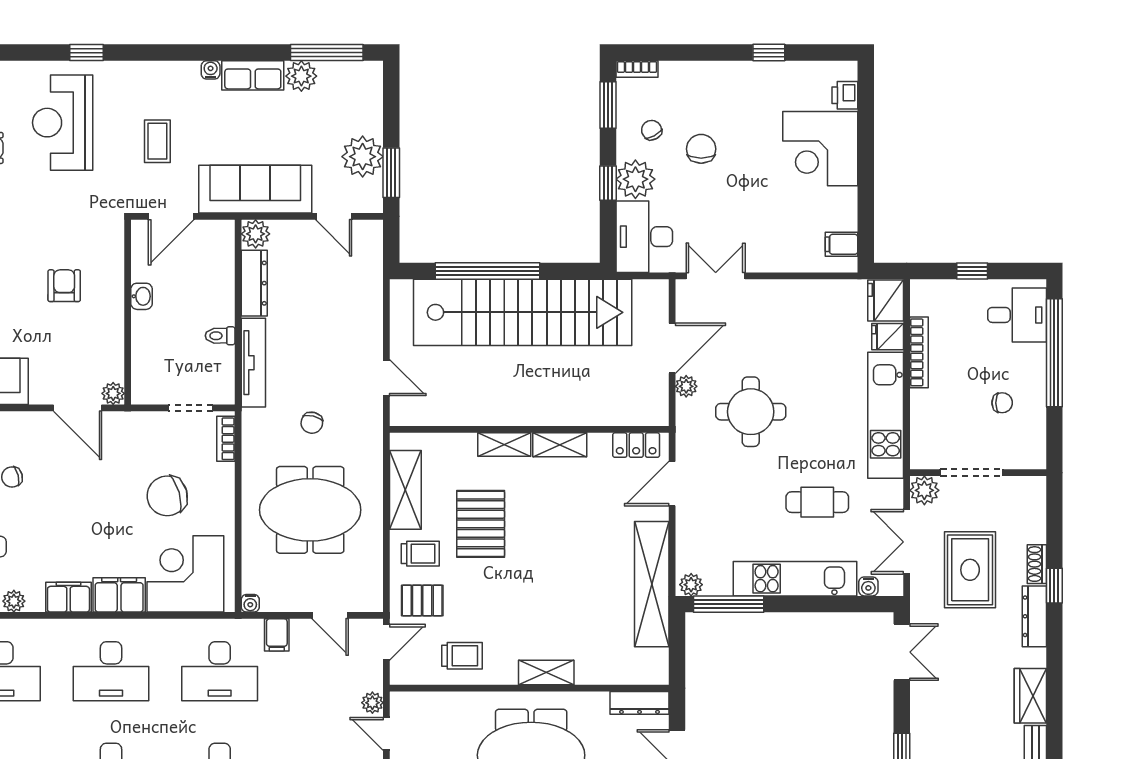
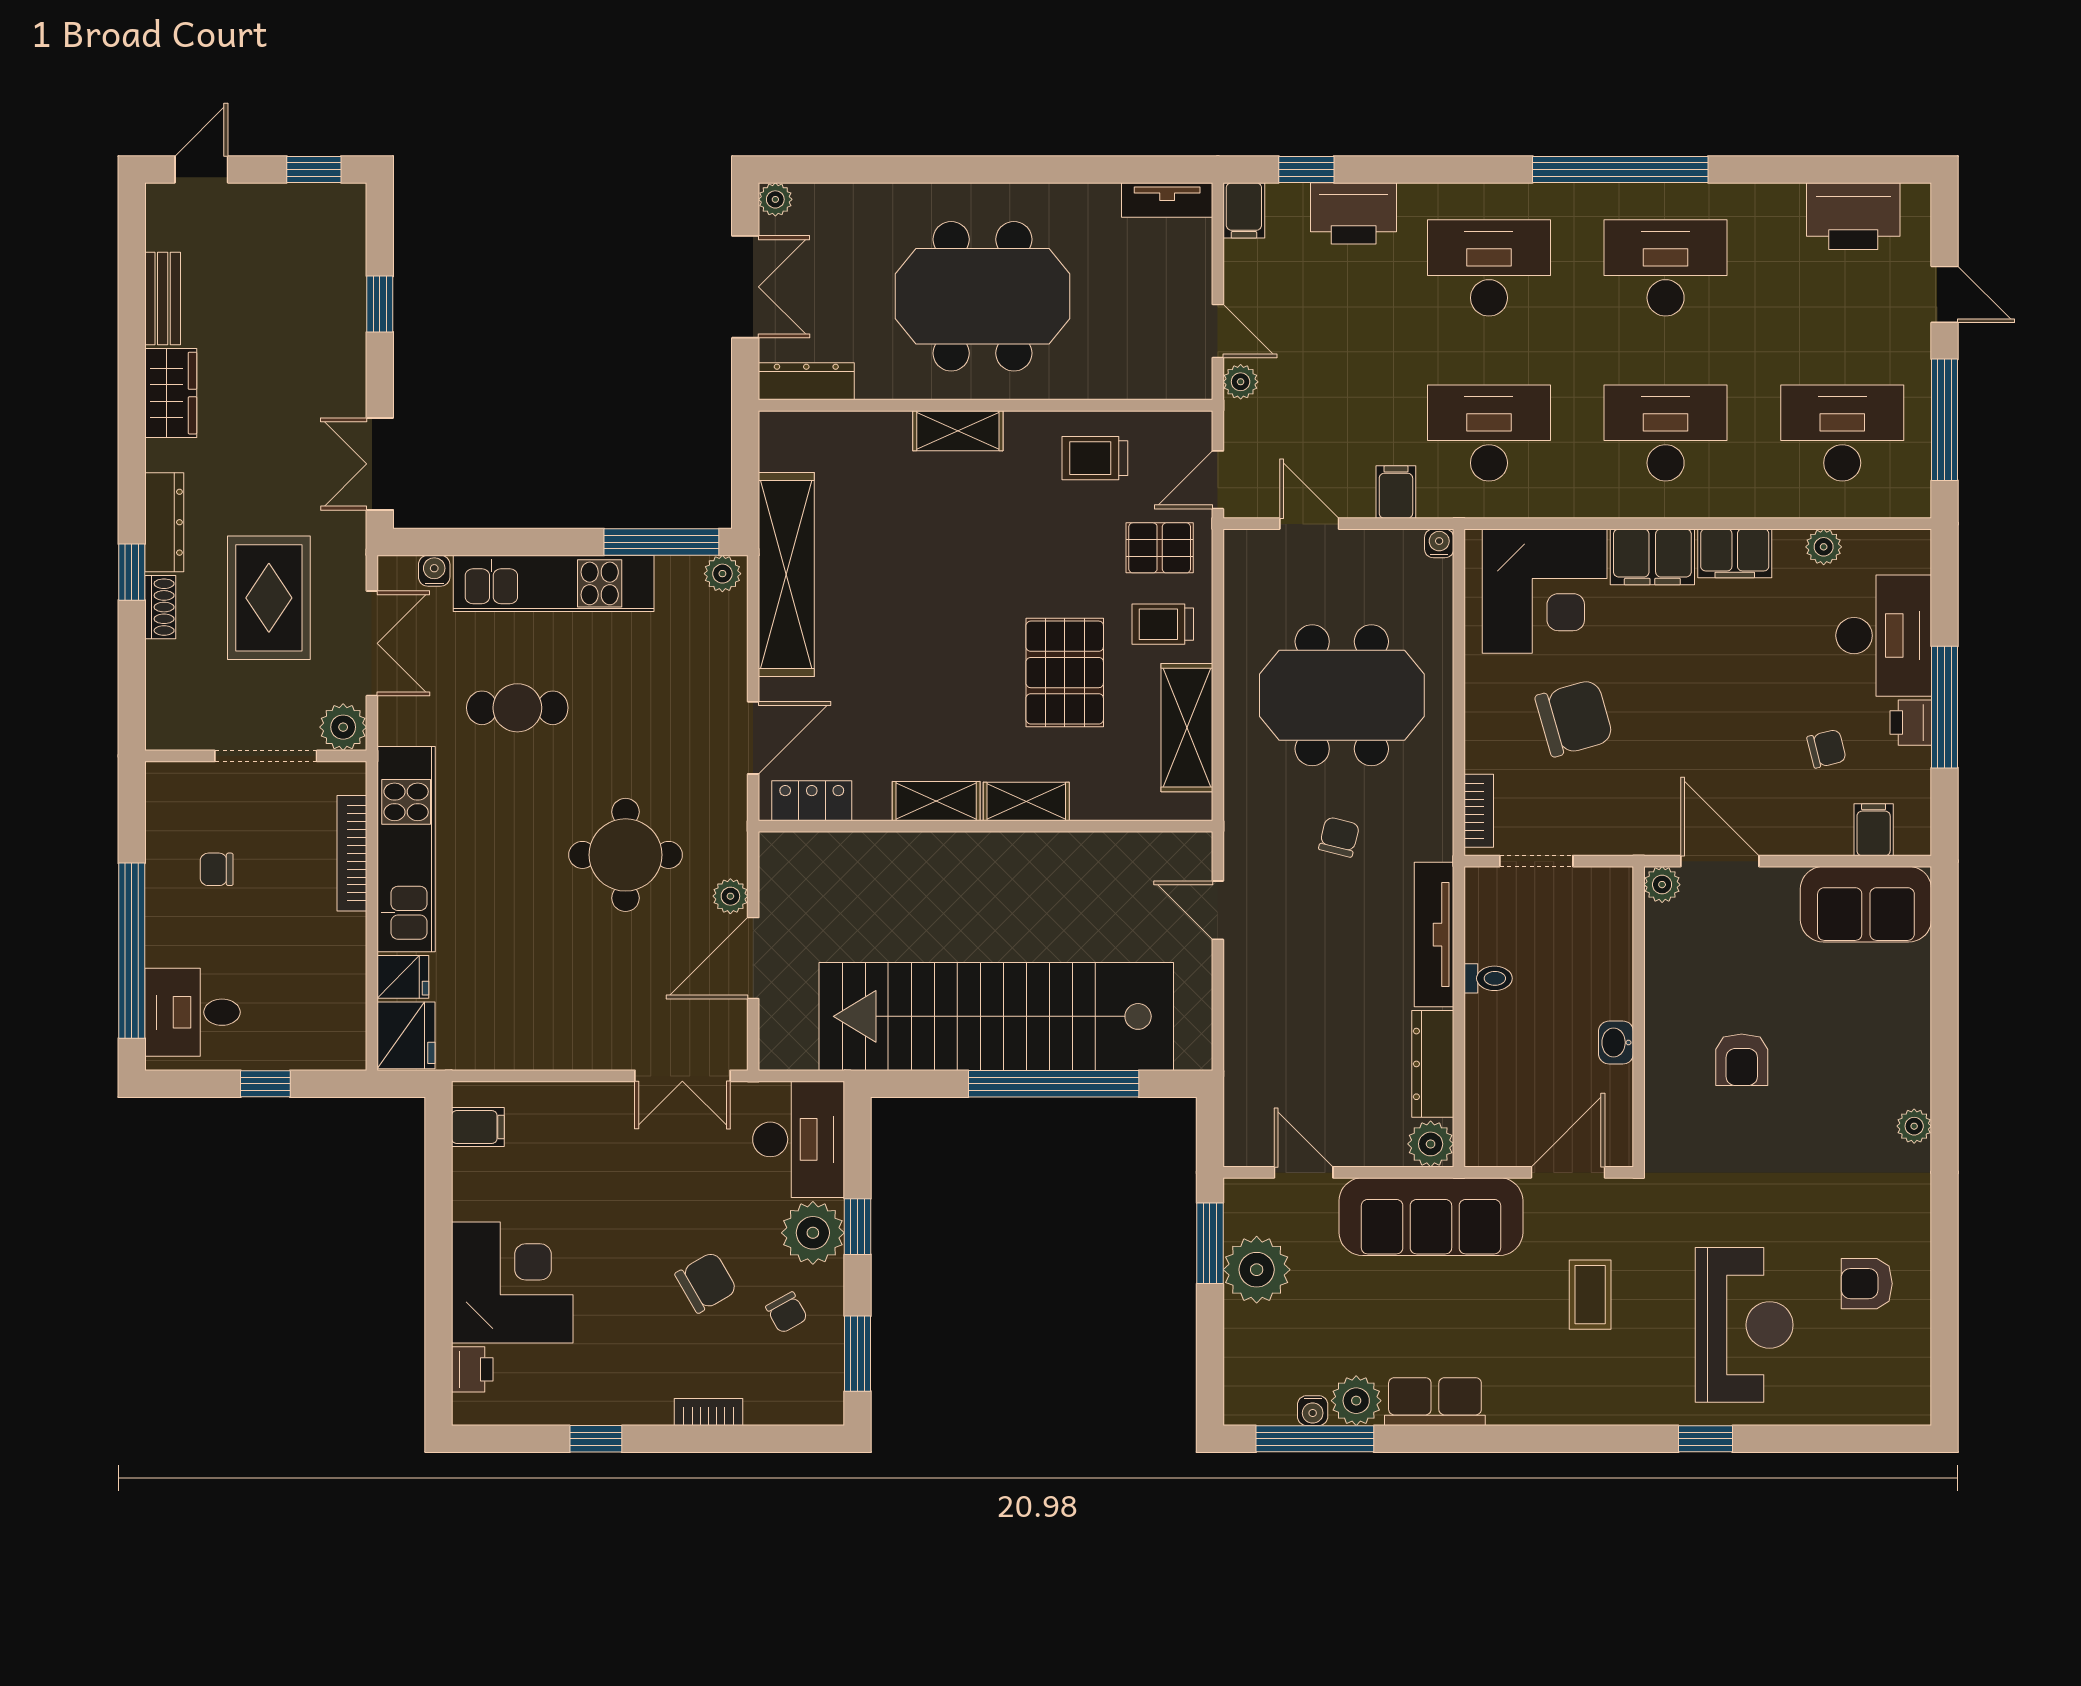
bookcase: (637, 69) -> (708, 1412), moved
water cooler: (211, 70) -> (1313, 1411), moved
chair: (701, 149) -> (706, 1282), turned -120
bookcase: (919, 352) -> (352, 853), moved

